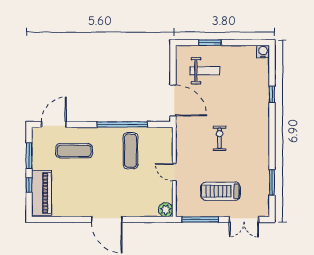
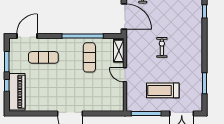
shelving: (167, 143) -> (119, 51), added
plant: (166, 210) -> (118, 105), removed

